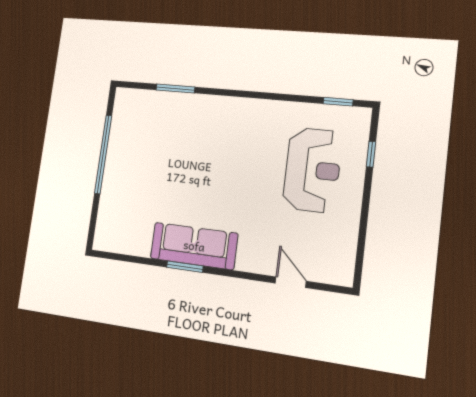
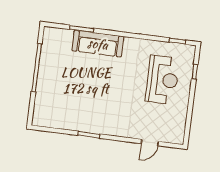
sofa: (194, 246) -> (98, 44), moved, turned 180
door: (291, 282) -> (150, 143), swing flipped

